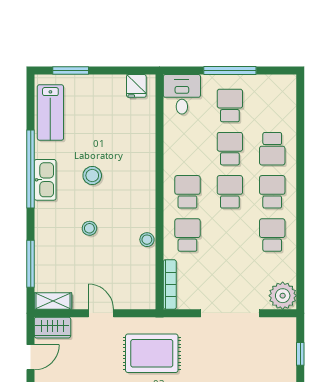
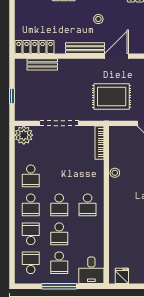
school desk: (187, 235) -> (31, 263), moved, turned 180

